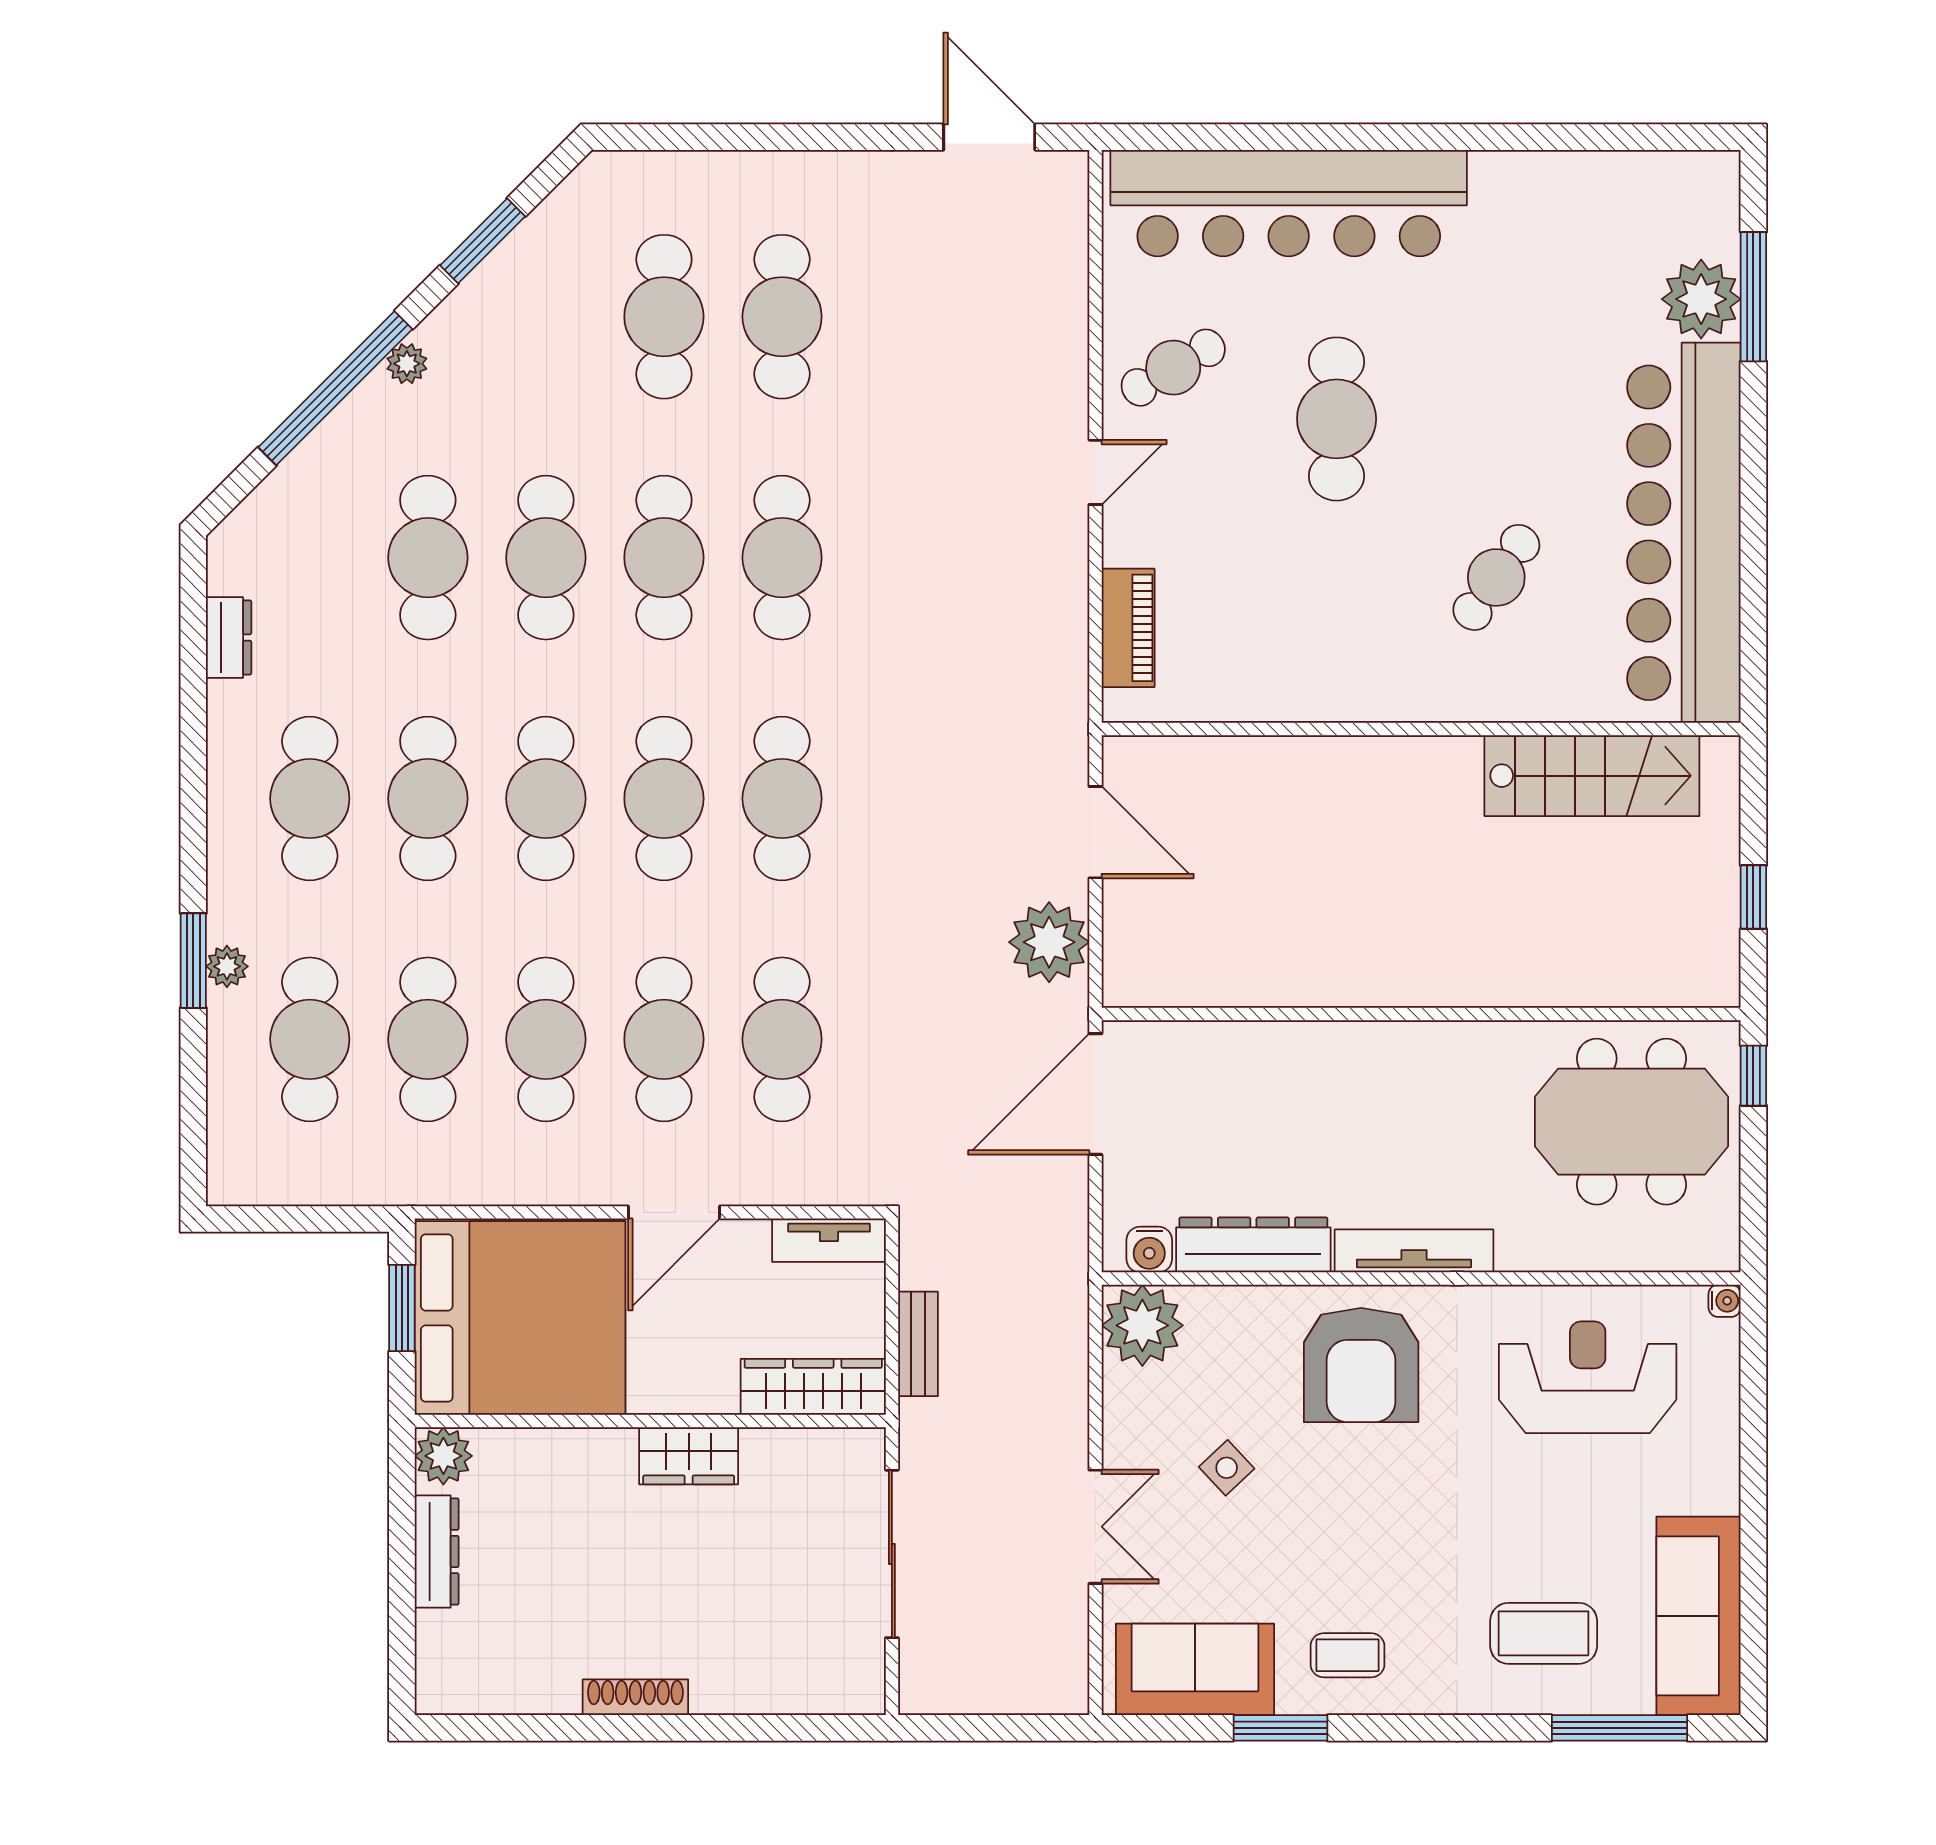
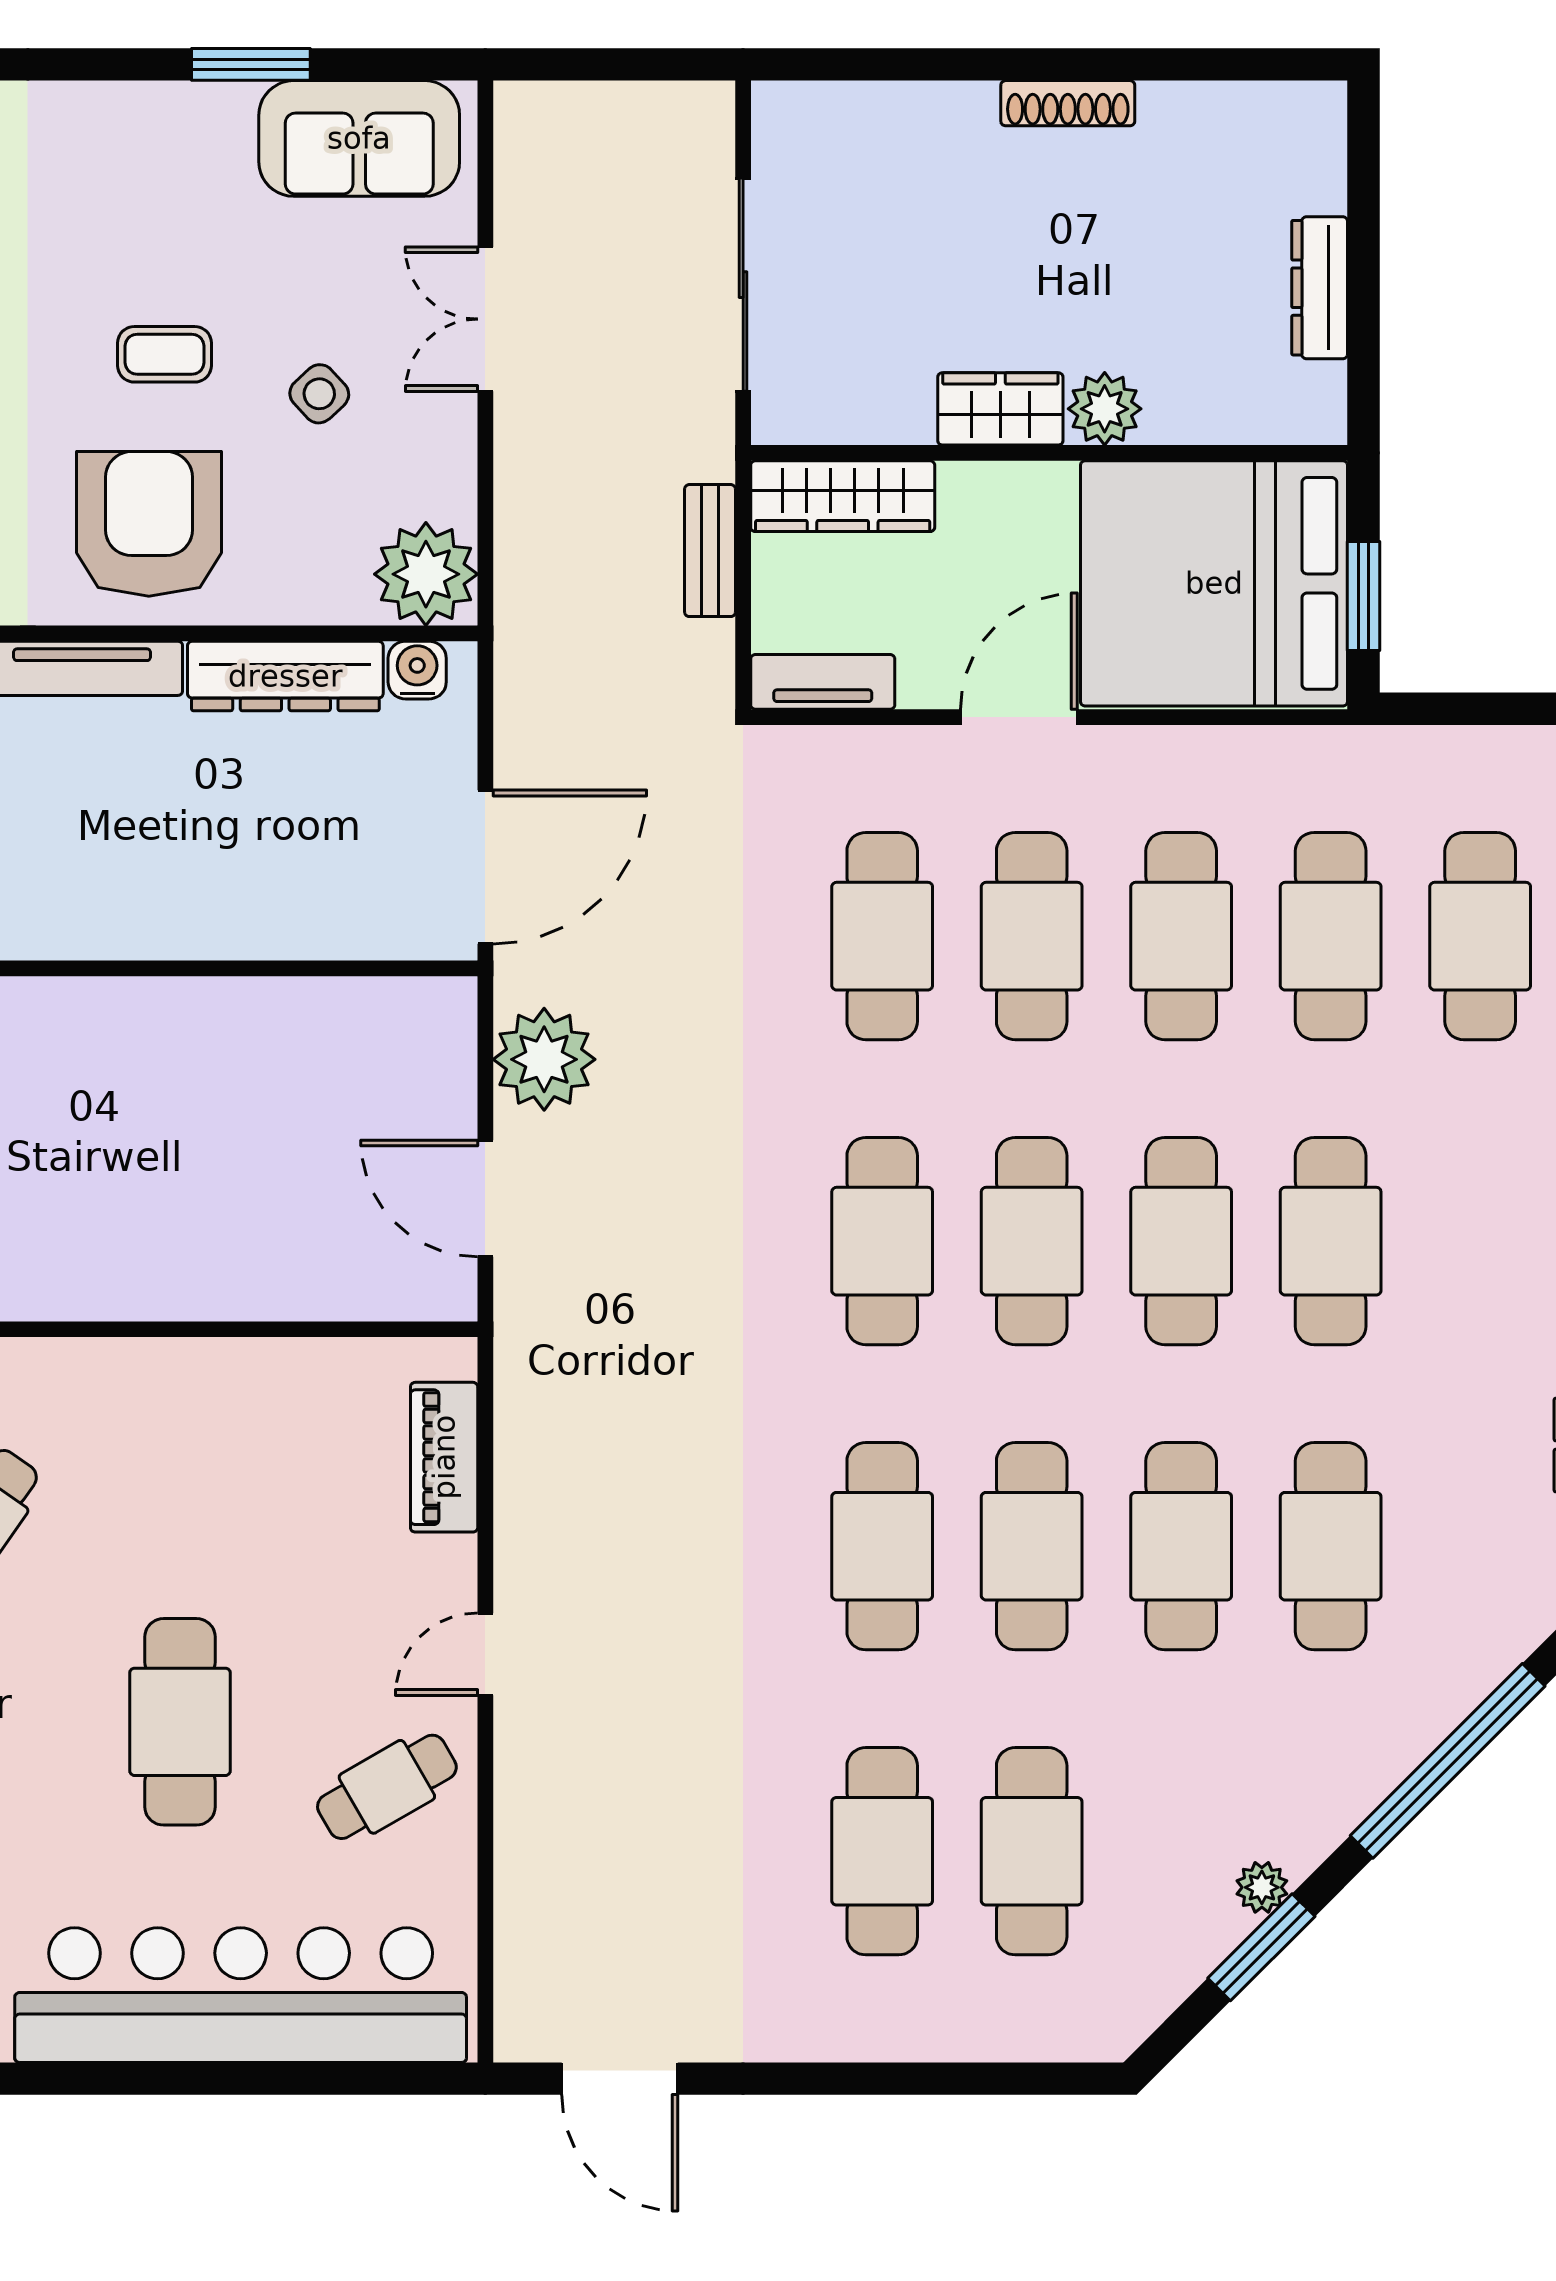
plant: (407, 364) -> (1262, 1887), moved
cafe table: (310, 799) -> (1480, 1241), removed
plant: (443, 1456) -> (1105, 409), moved
coffee table: (1347, 1655) -> (165, 354), moved

